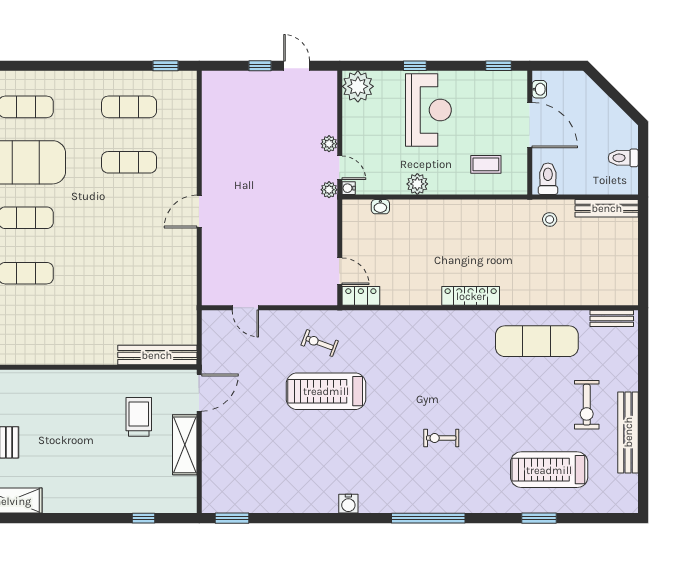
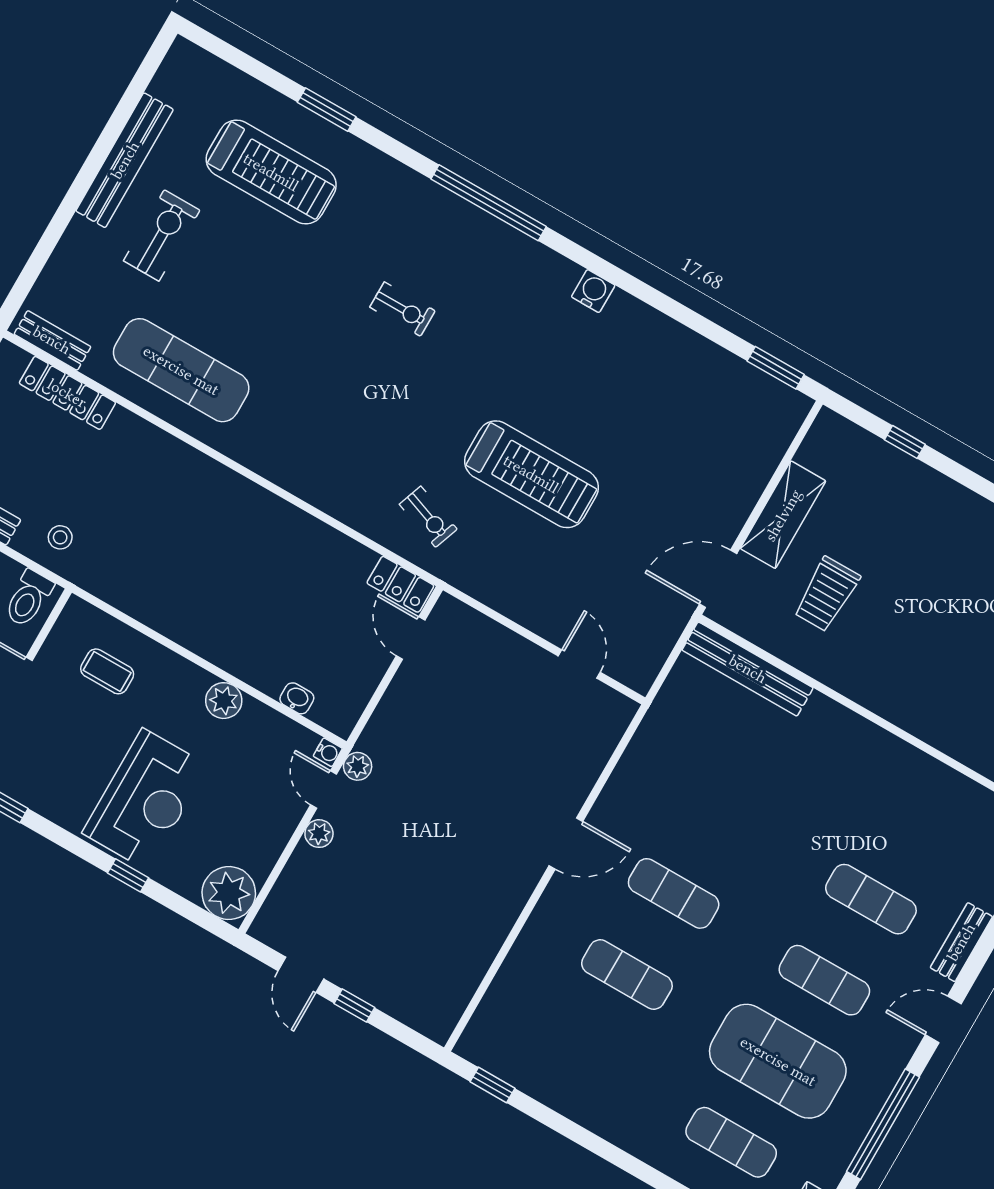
exercise mat: (129, 107) -> (674, 893), moved
reception desk: (428, 110) -> (145, 799), turned 180
locker: (471, 296) -> (67, 393), moved
exercise bike: (320, 343) -> (428, 517), moved

